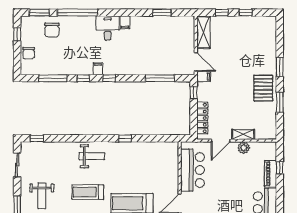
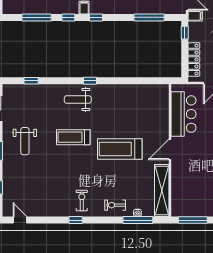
window: (37, 138) -> (31, 81), moved
window: (125, 138) -> (90, 81), moved
weight bench: (92, 156) -> (78, 100), turned 180

